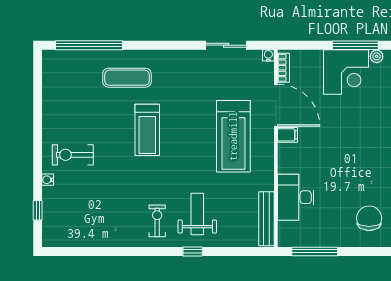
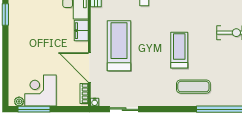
filing cabinet: (288, 135) -> (81, 31), moved, width x2.00

